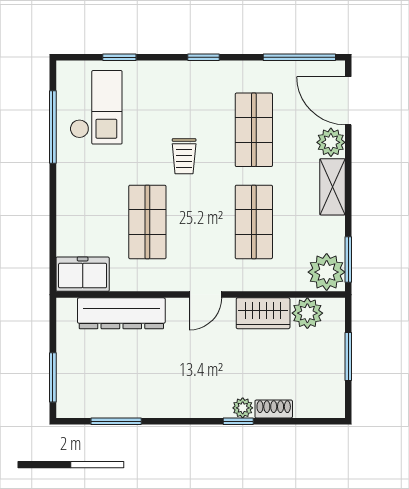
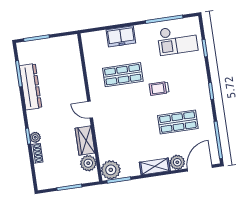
shop shelf: (254, 222) -> (131, 129), removed
freezer: (83, 274) -> (121, 36), moved, turned 90
dresser: (121, 313) -> (31, 87), moved, turned 180

